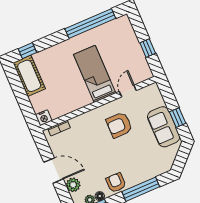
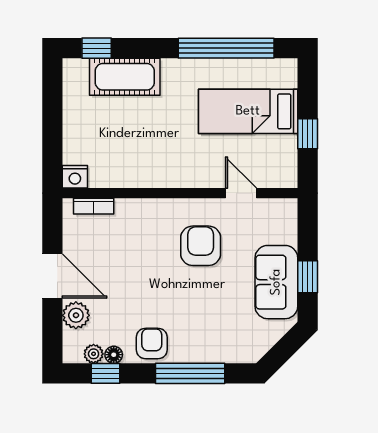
bed: (95, 74) -> (248, 111), moved, turned -90
cot: (29, 76) -> (125, 77), moved, turned 90
door: (128, 91) -> (241, 193), hinge flipped
armchair: (119, 125) -> (201, 246), turned 90

